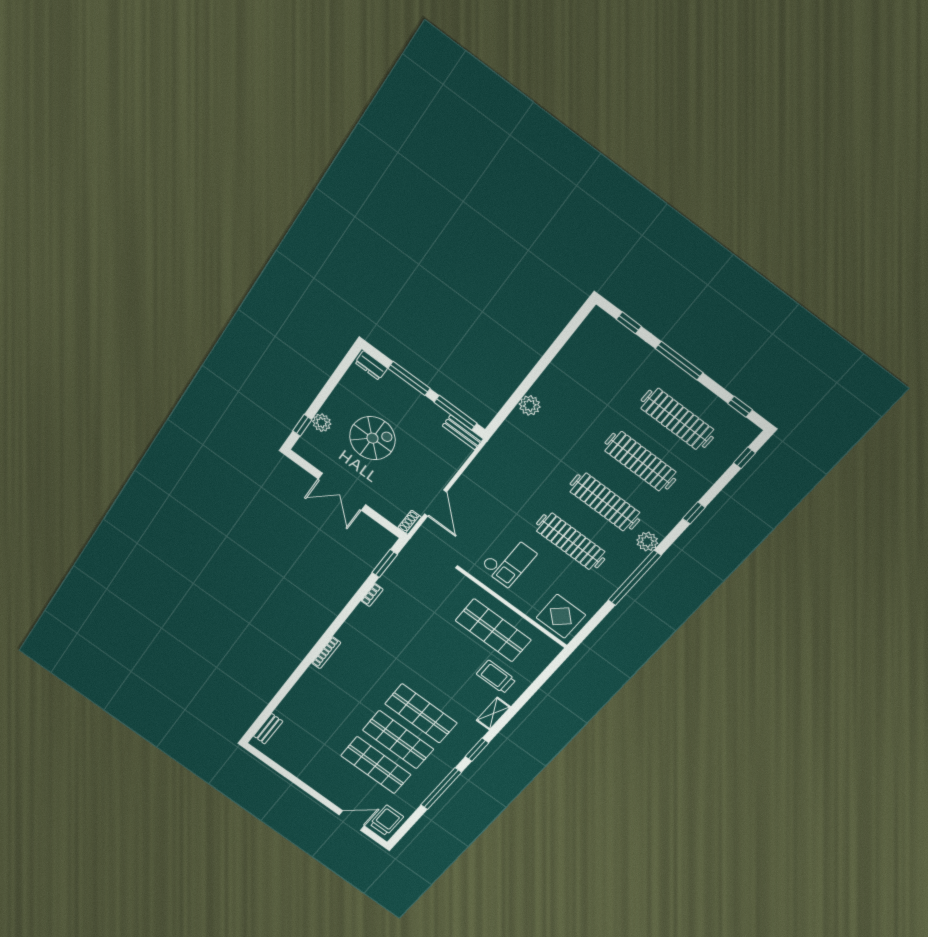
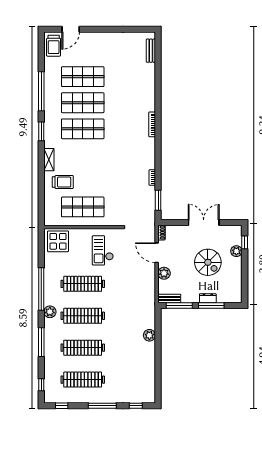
dresser: (371, 365) -> (208, 298), moved
spiral stairs: (372, 438) -> (208, 262), turned -90
plant: (445, 470) -> (164, 273), added
window: (694, 513) -> (41, 342), width x2.17

